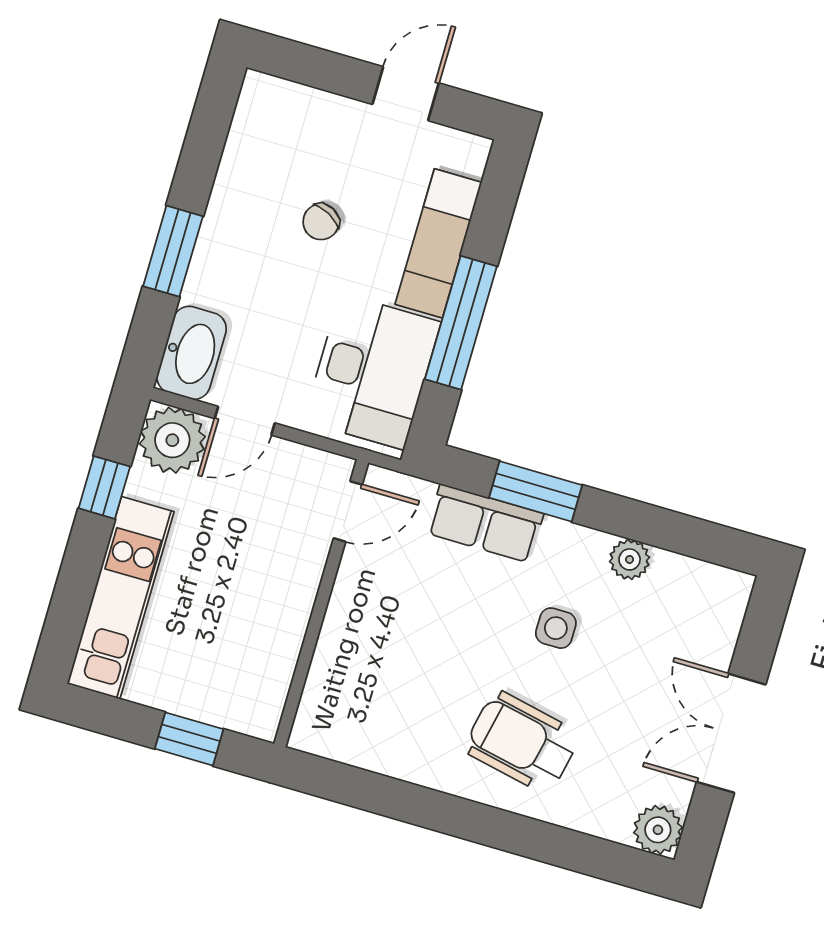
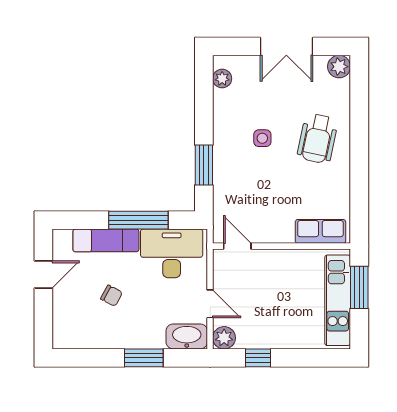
door: (406, 94) -> (43, 275), swing flipped
plant: (172, 440) -> (224, 338), width x0.73, depth x0.73
row of seats: (485, 523) -> (320, 231), moved, turned -90
plant: (630, 559) -> (222, 79), moved
kitchen unit: (121, 598) -> (338, 300), moved, turned -90
window: (189, 739) -> (359, 287), width x1.50

